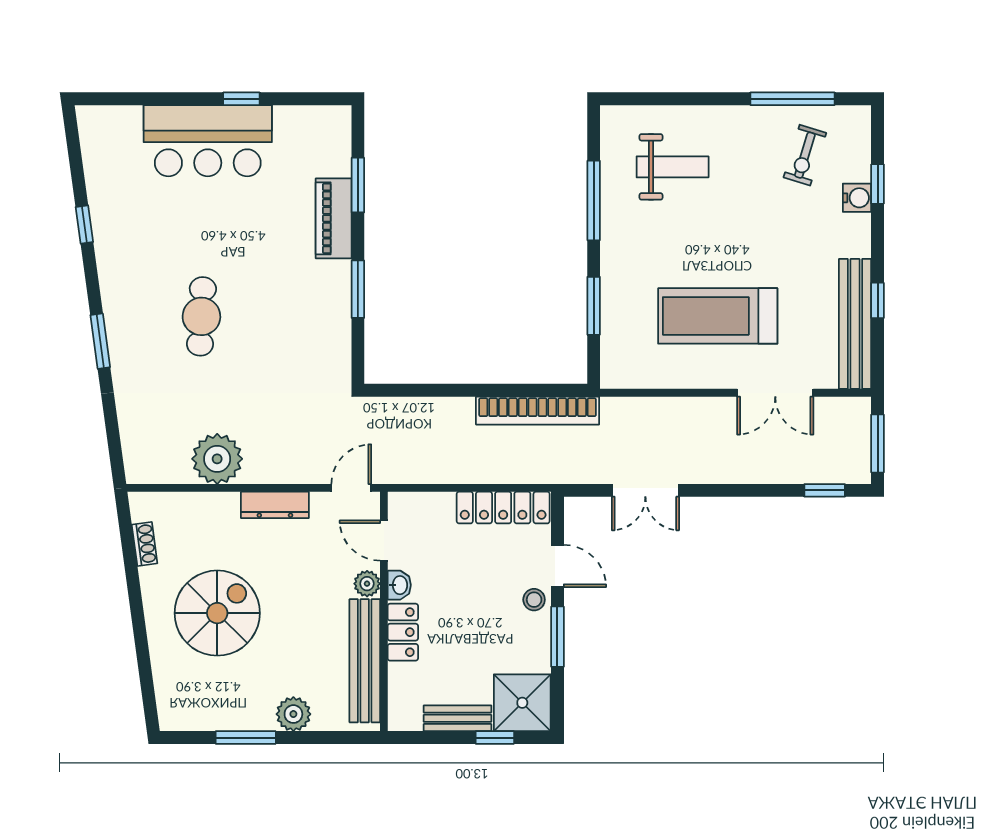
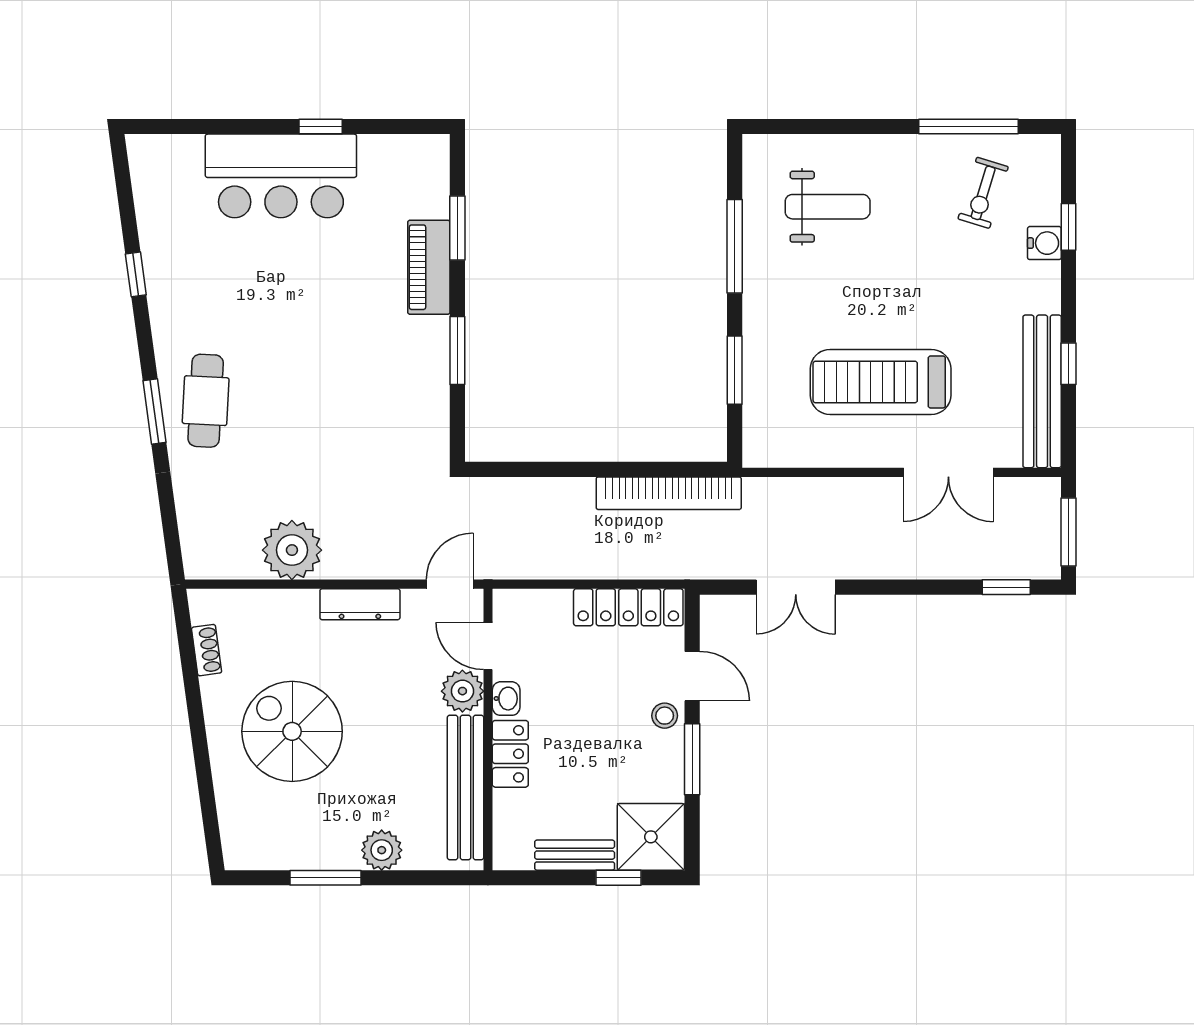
cafe table: (201, 316) -> (206, 401), moved
plant: (367, 584) -> (462, 691), width x1.38, depth x1.38
spiral stairs: (217, 613) -> (292, 731), turned -90

